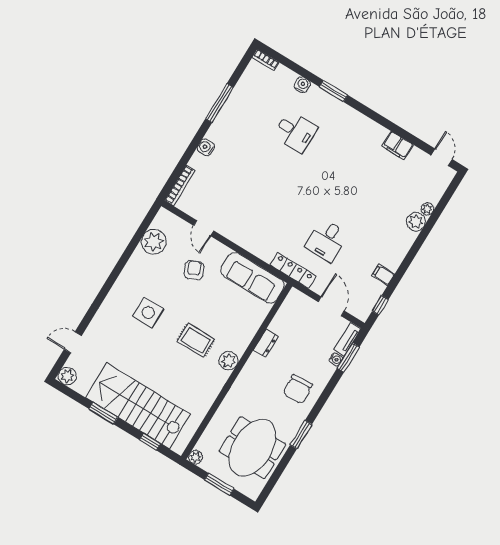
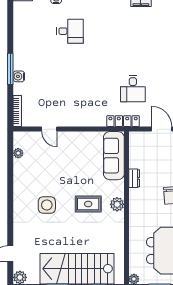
window: (220, 103) -> (10, 69), moved
plant: (154, 242) -> (18, 153), width x0.53, depth x0.53
armchair: (194, 270) -> (59, 160), removed
sofa: (252, 278) -> (114, 156), moved, turned 90

